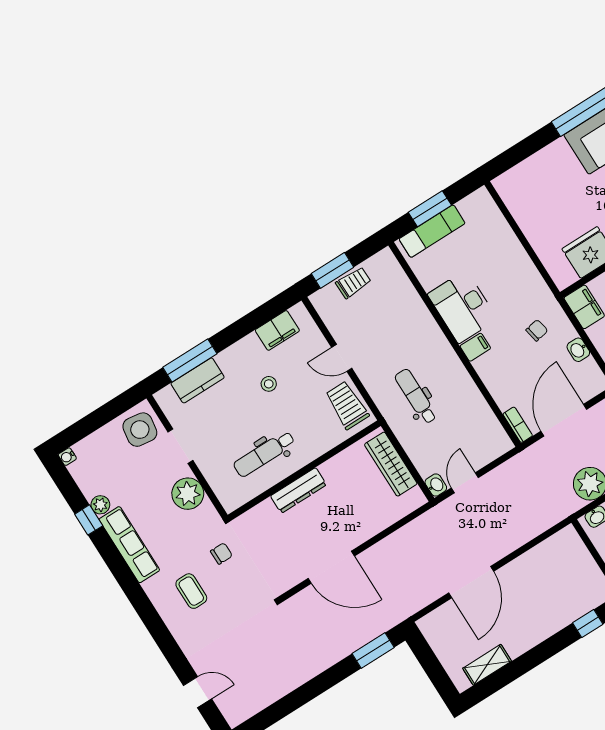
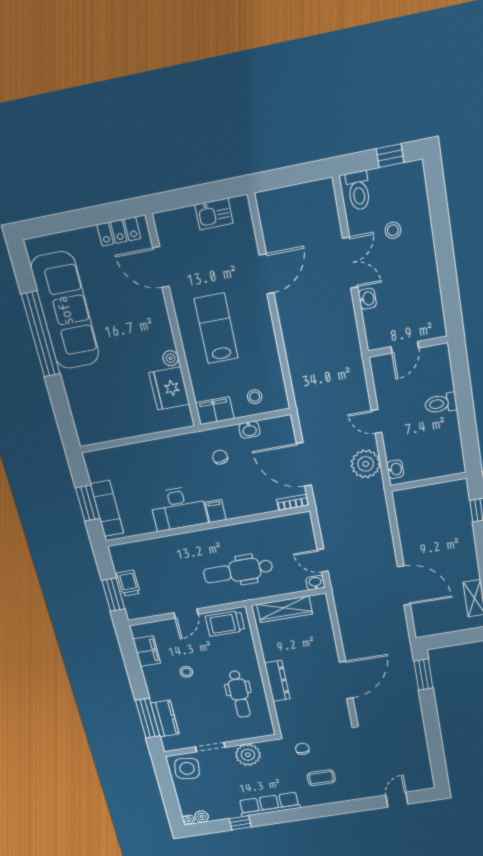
dental chair: (416, 396) -> (238, 571), width x1.36, depth x1.38
plant: (100, 505) -> (202, 817), moved

